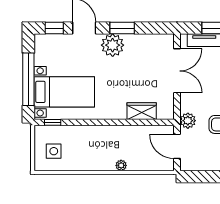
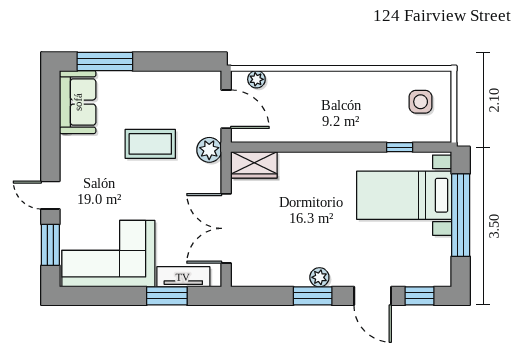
plant: (113, 45) -> (319, 277), width x0.53, depth x0.53
wardrobe: (142, 111) -> (254, 165), moved
window: (53, 122) -> (400, 147), moved
plant: (121, 165) -> (256, 79), moved

